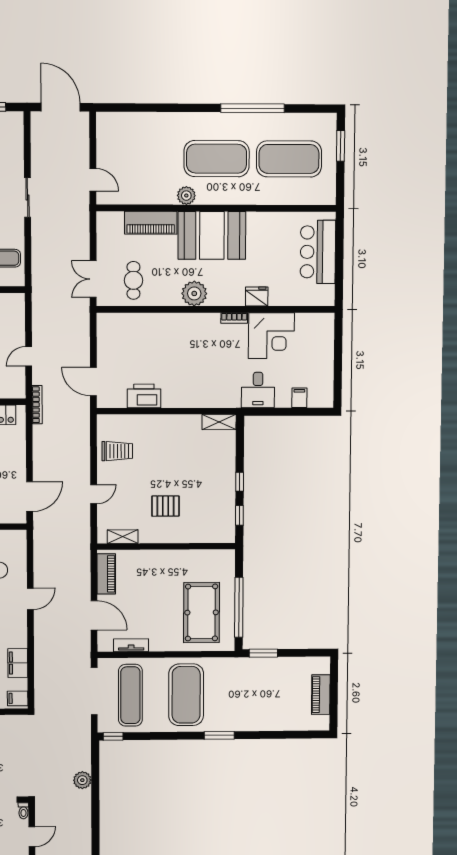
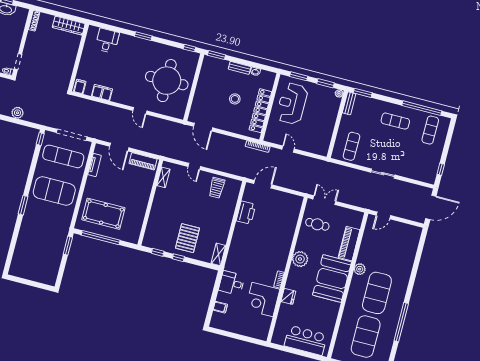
pallet: (165, 506) -> (188, 238), moved, width x1.50, depth x1.42
door: (94, 615) -> (119, 147), hinge flipped
piano: (321, 695) -> (32, 275), removed

